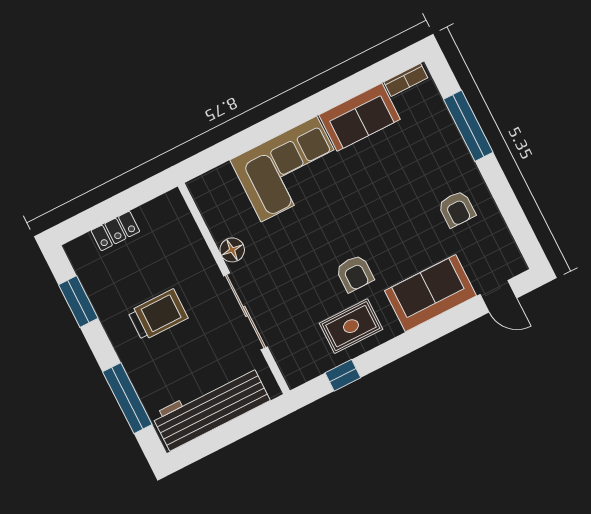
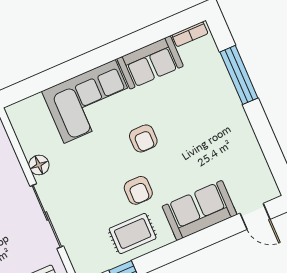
armchair: (457, 209) -> (143, 138), moved

